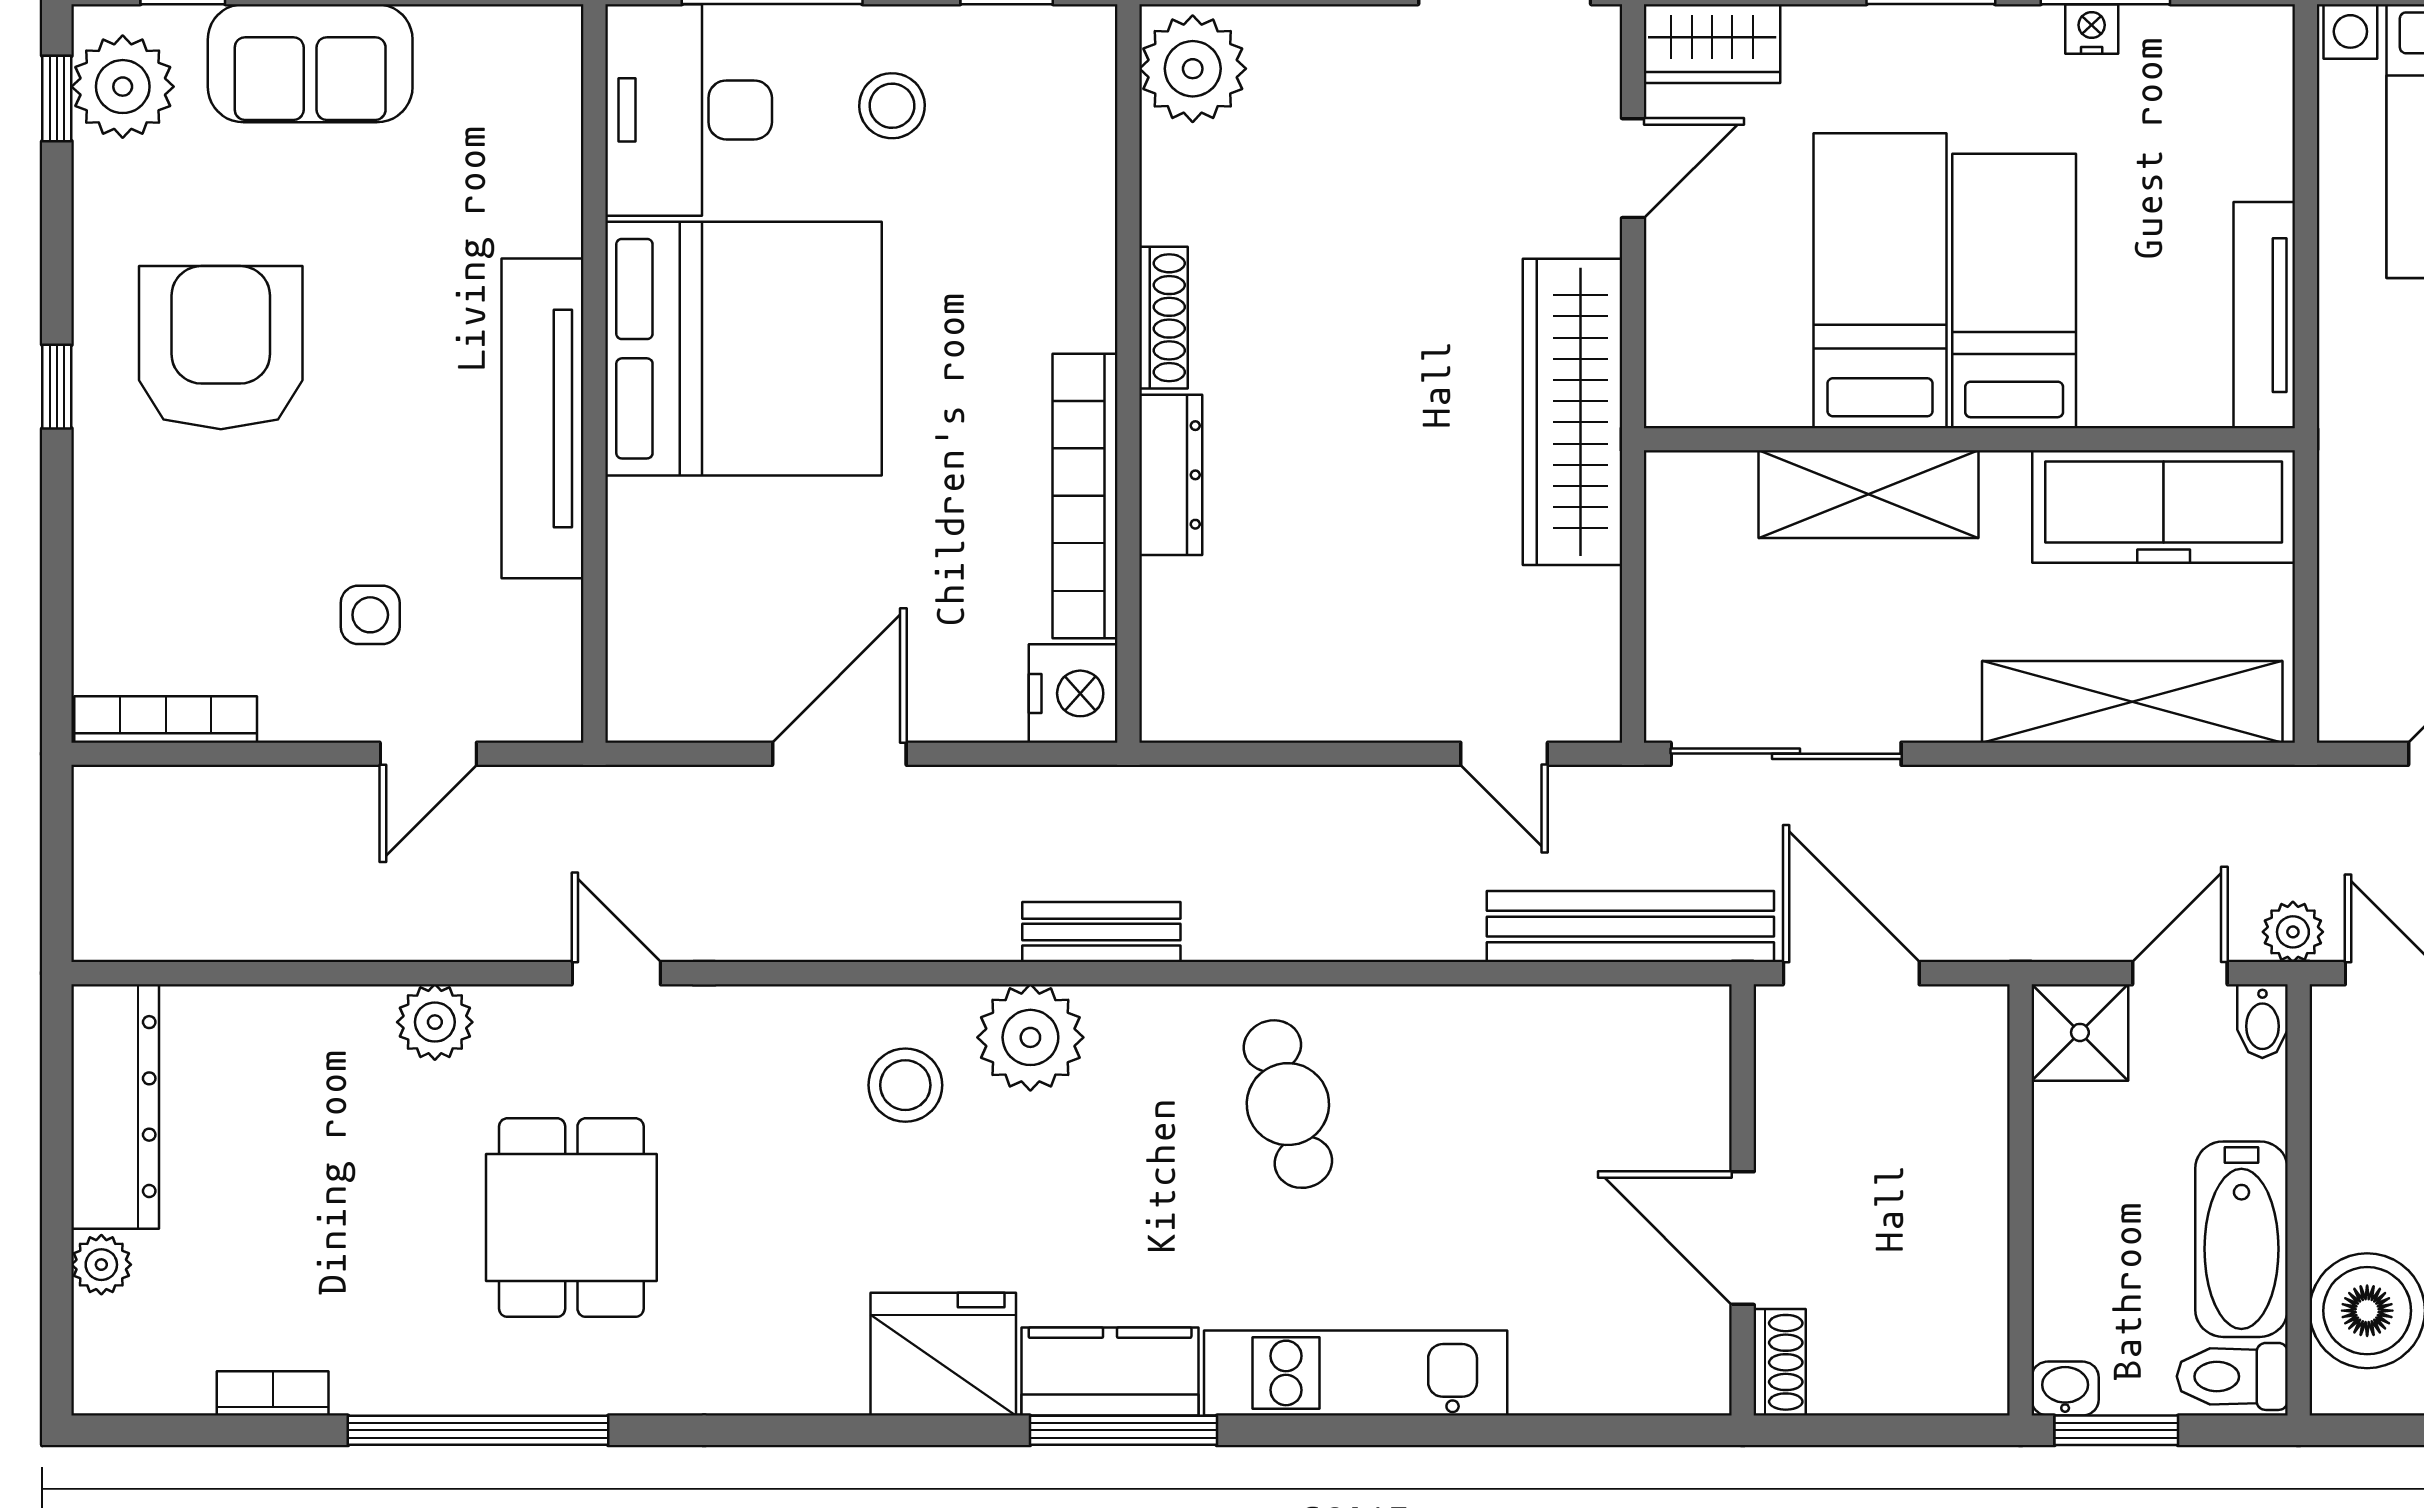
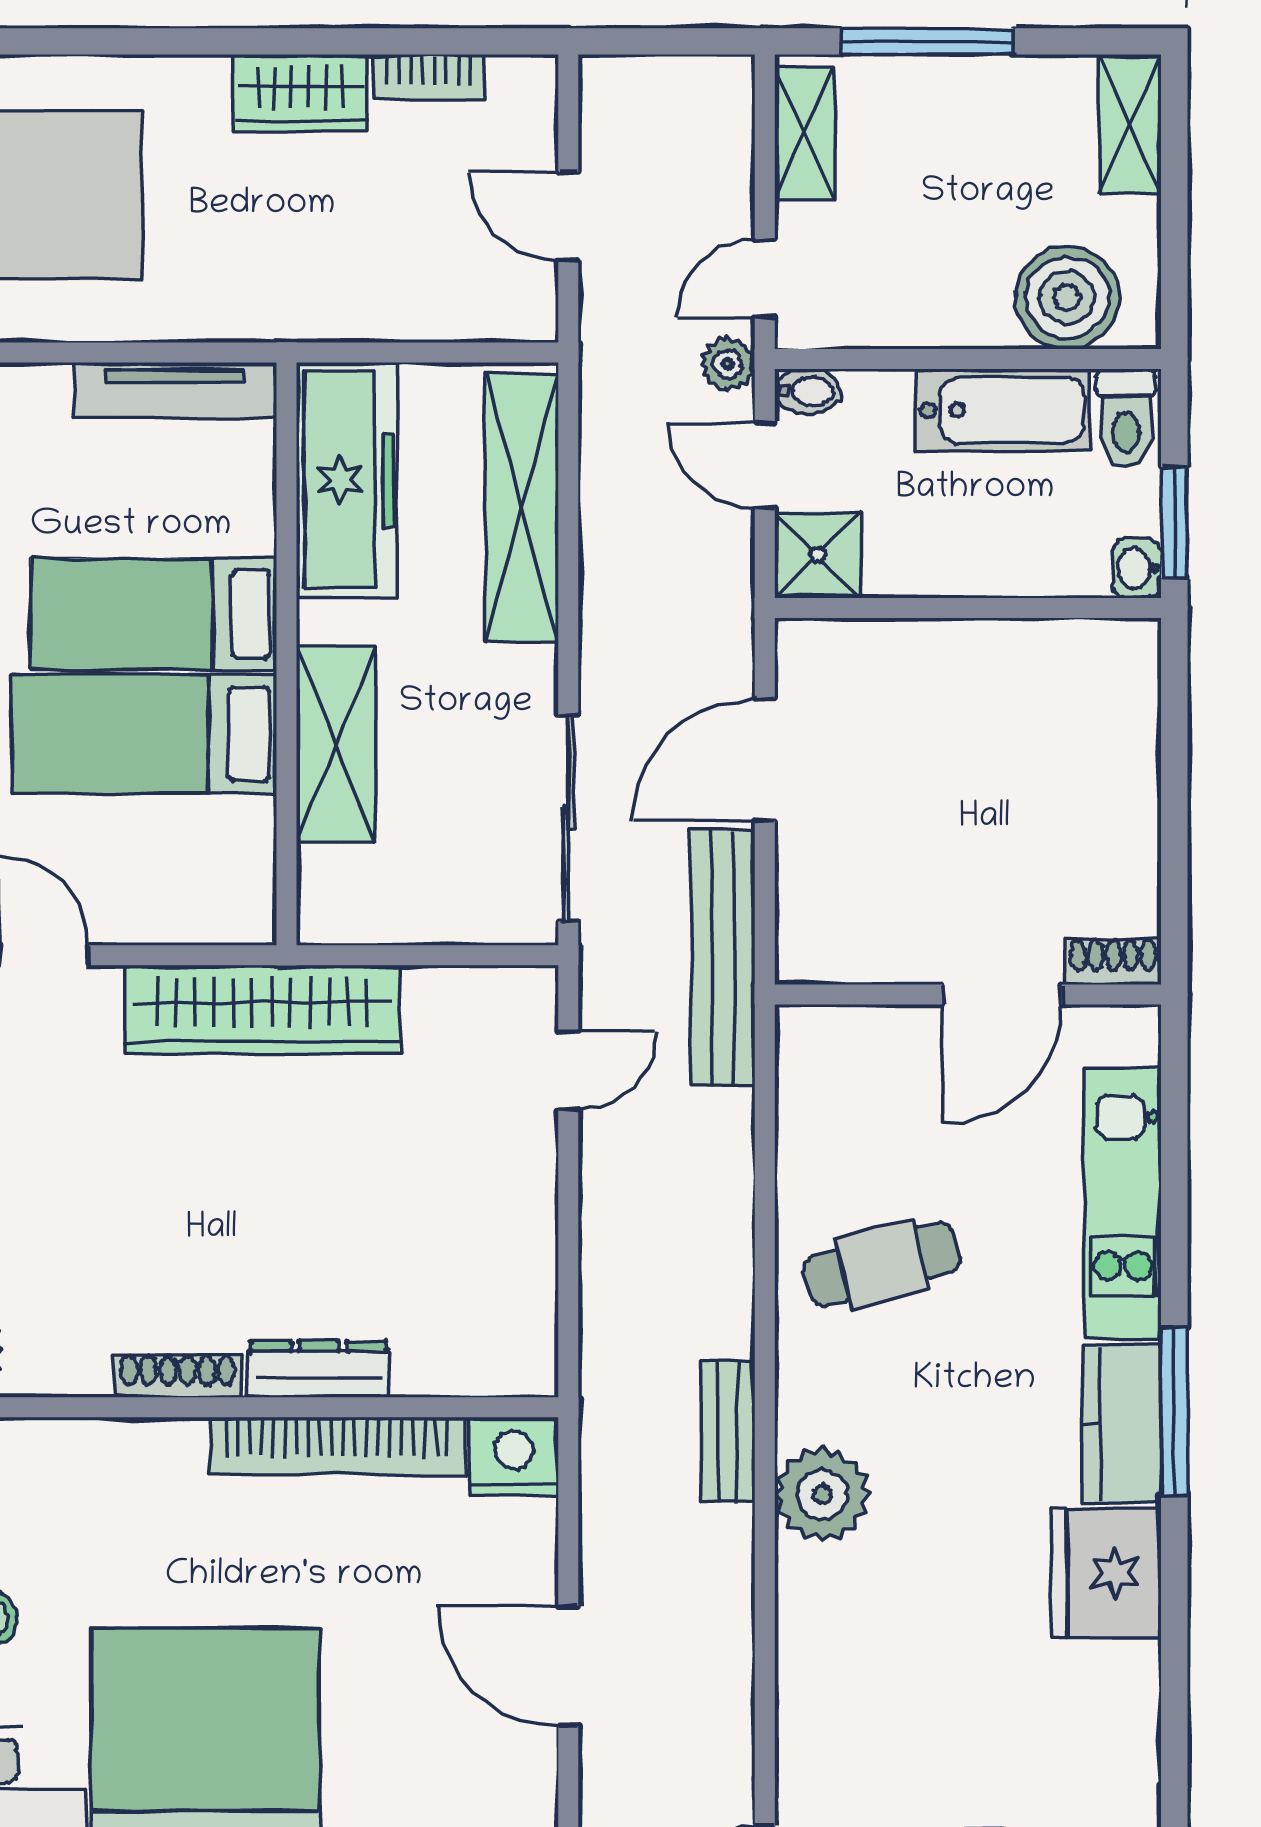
stool: (905, 1085) -> (865, 1607), removed
wall: (1743, 1200) -> (968, 994), moved
door: (1743, 1238) -> (1002, 994), moved
shoe rack: (1780, 1362) -> (1113, 961), moved

